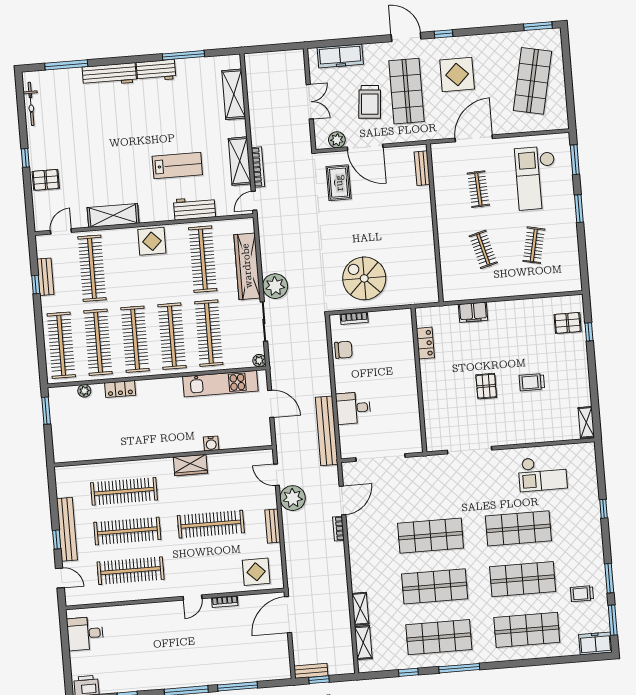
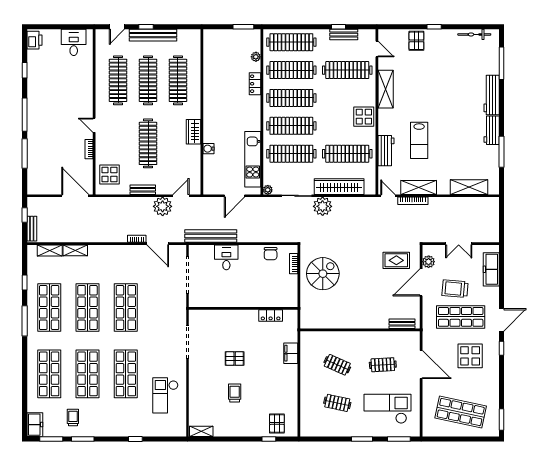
clothes rail: (483, 249) -> (337, 365), turned 39
bench: (311, 671) -> (32, 229), moved

